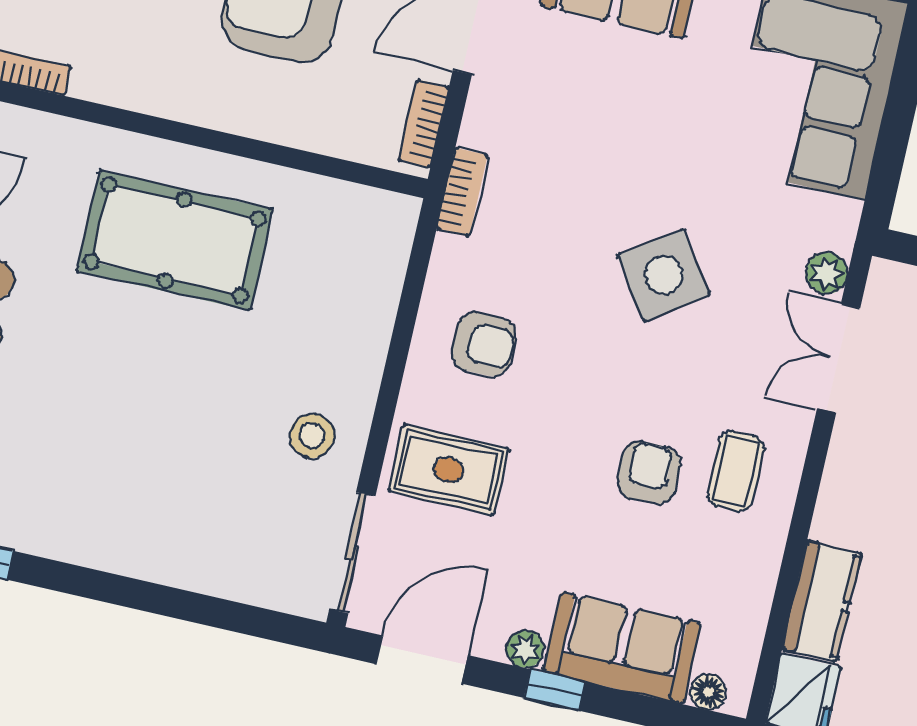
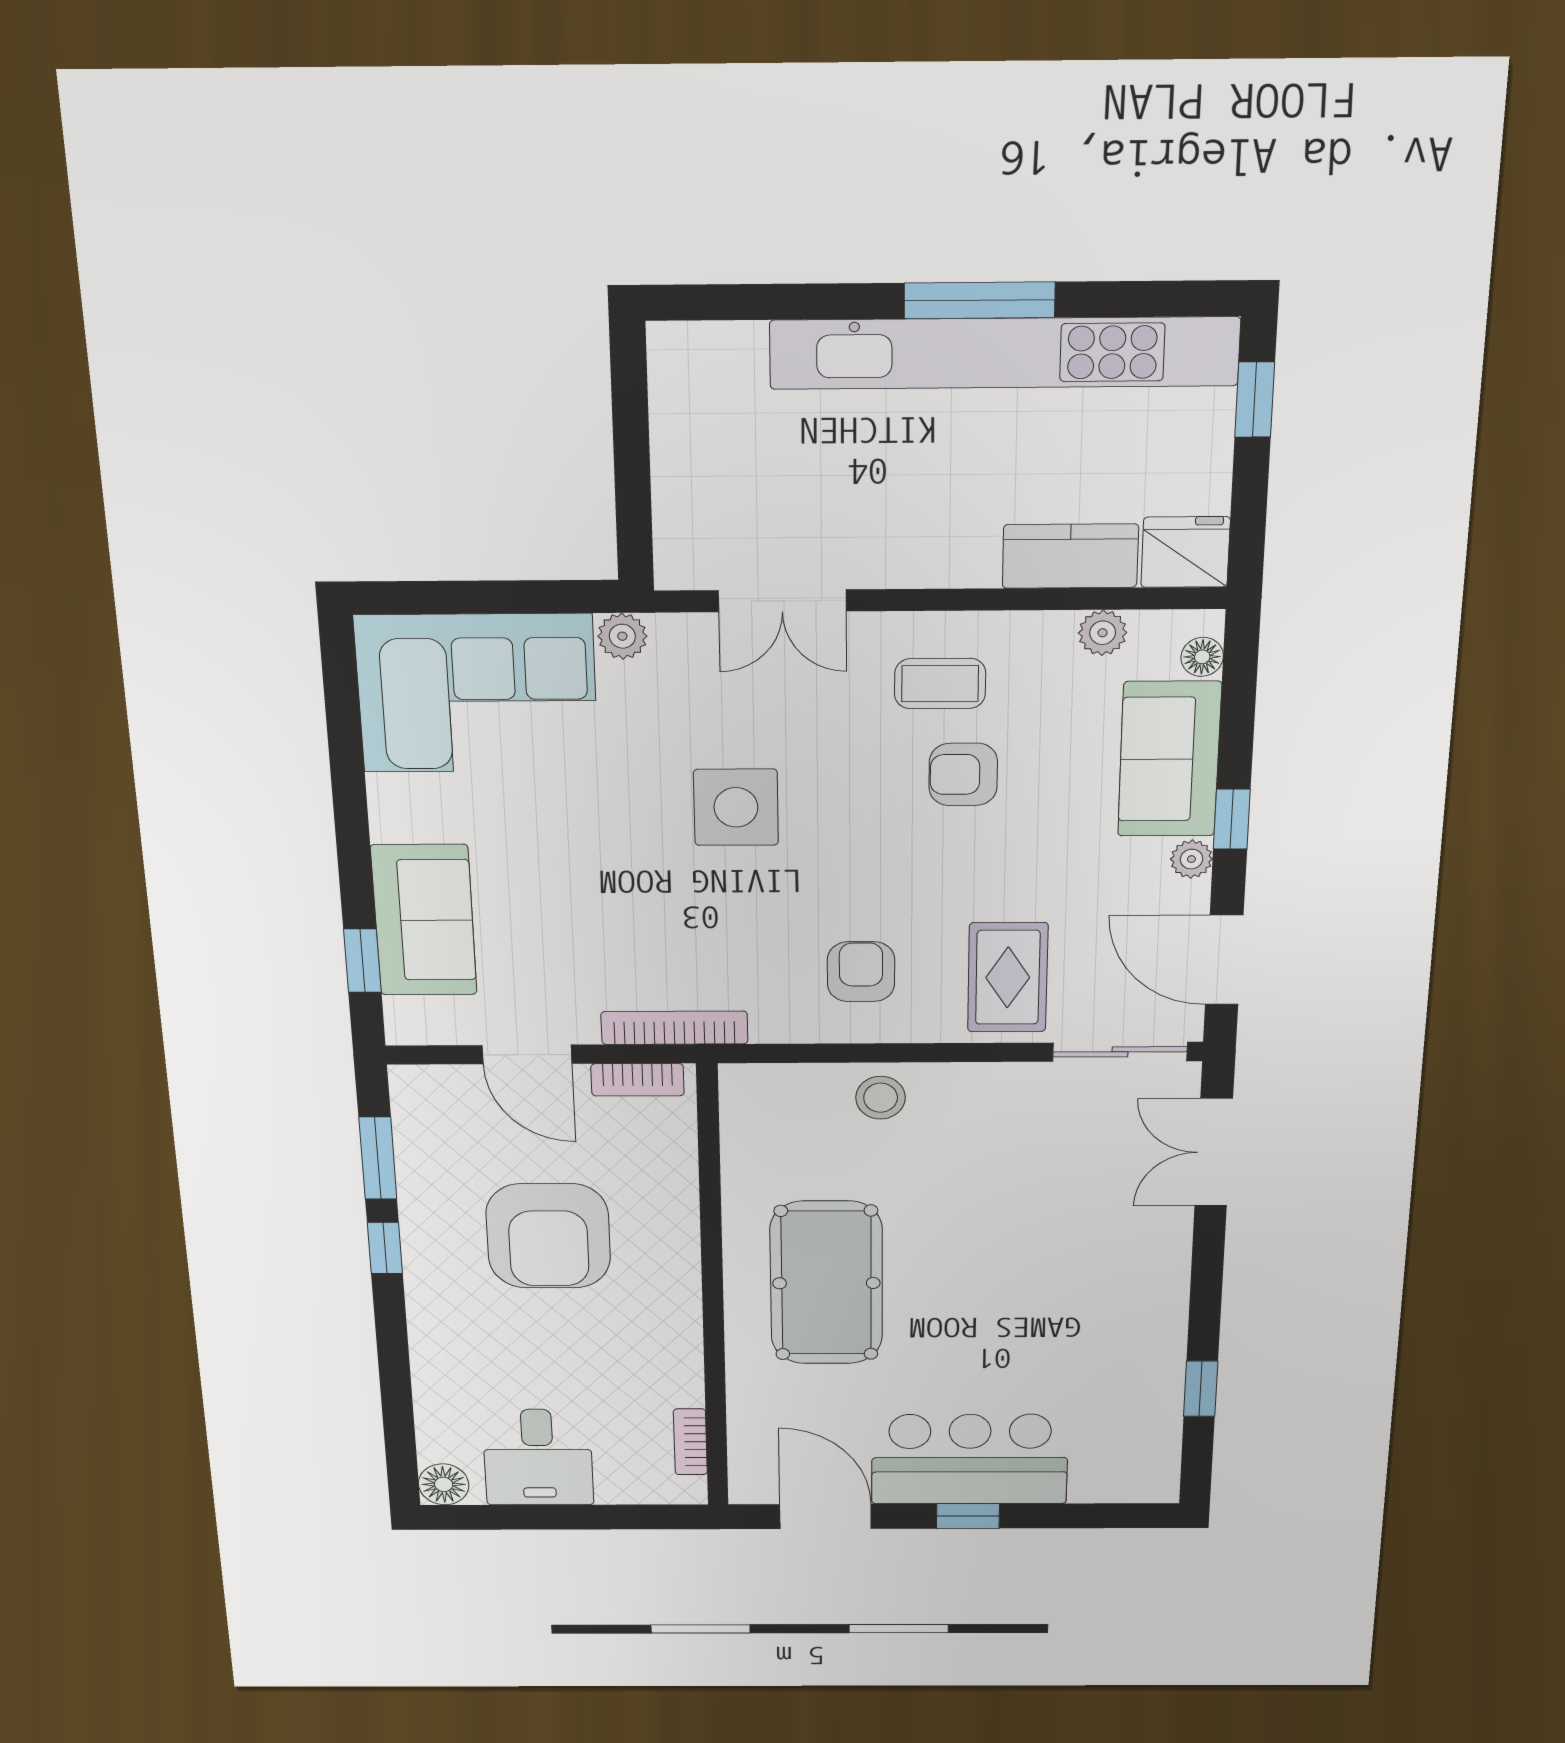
bookcase: (462, 192) -> (674, 1028), width x1.56
plant: (827, 273) -> (622, 636), moved
side table: (664, 275) -> (736, 807), turned 35
stool: (312, 436) -> (881, 1098), moved
plant: (749, 614) -> (1103, 633), added
double door: (231, 616) -> (1214, 1152), added

